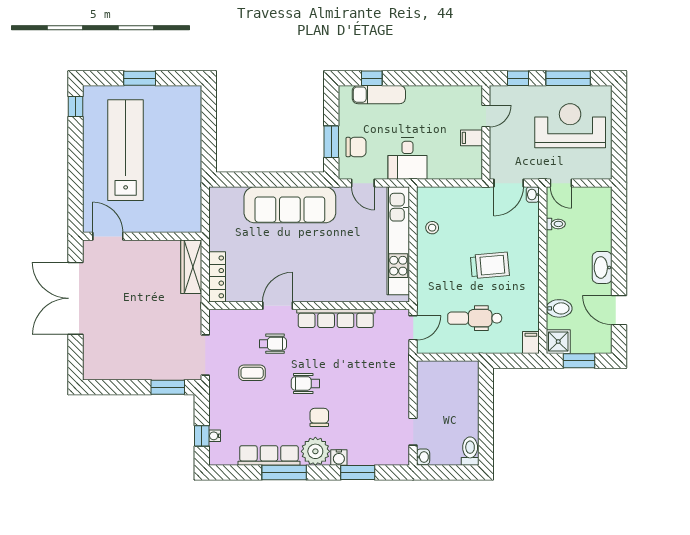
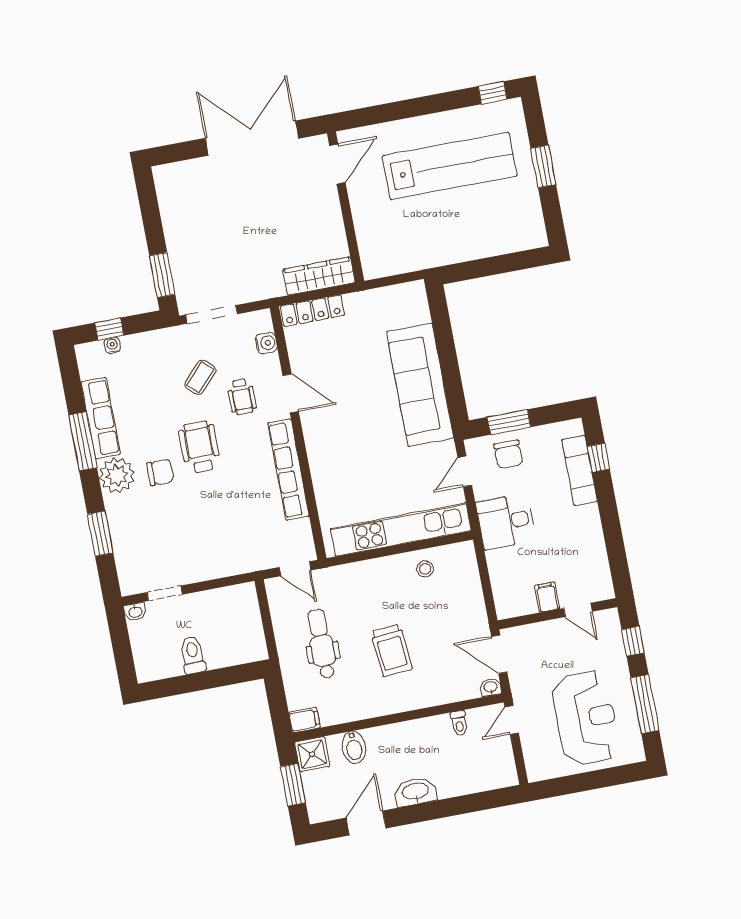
coffee table: (252, 373) -> (200, 377), turned 43
wheelchair: (305, 383) -> (200, 447), width x1.36, depth x1.37
toilet: (470, 451) -> (193, 655), moved, turned -90
water cooler: (339, 457) -> (266, 343), moved, turned 180

